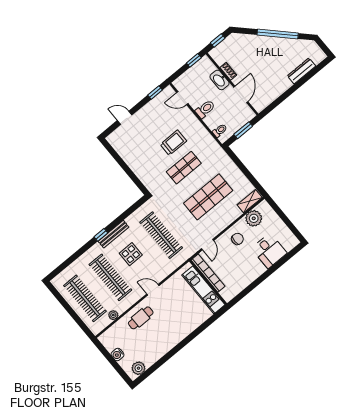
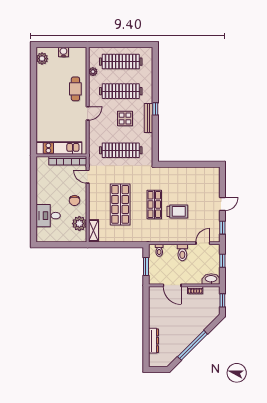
window: (194, 60) -> (222, 261), moved
washbasin: (219, 80) -> (211, 279), moved
door: (125, 118) -> (222, 204), moved
trolley: (173, 143) -> (177, 211), turned -90

